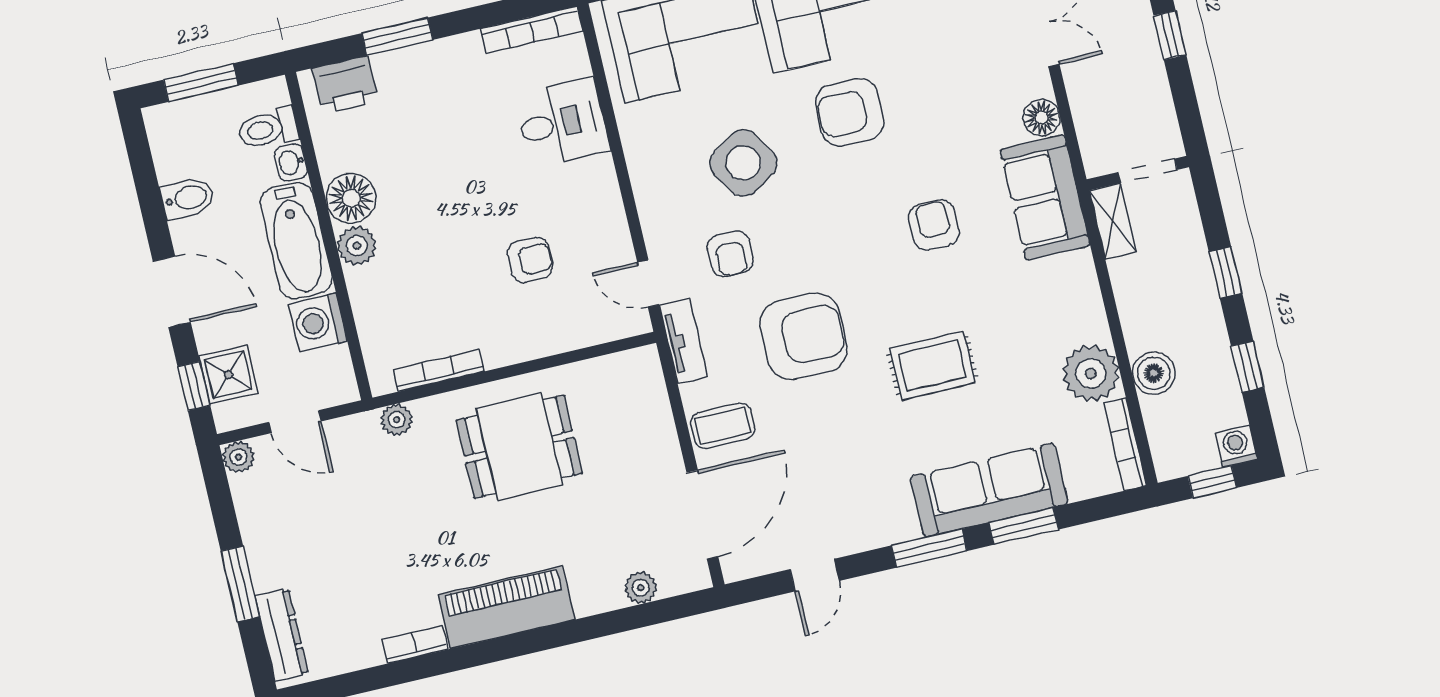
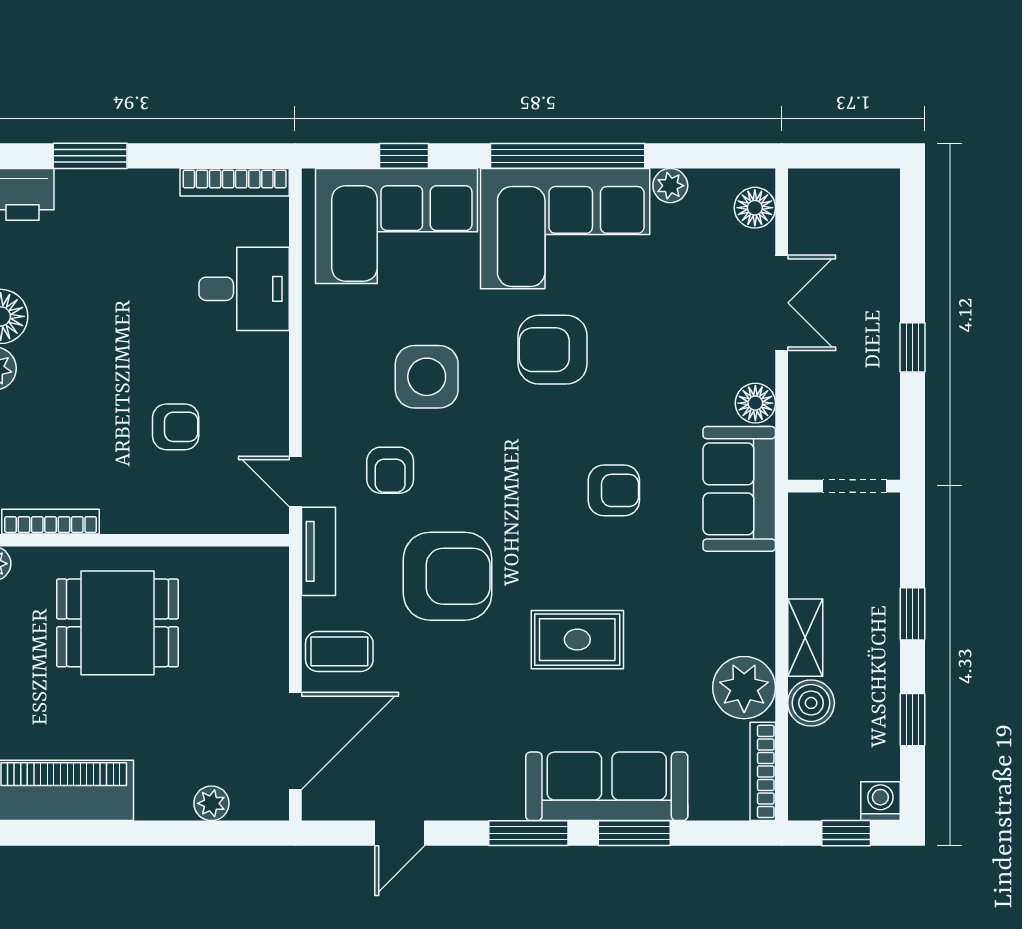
side table: (743, 163) -> (427, 377), turned 32
shelving: (1113, 221) -> (805, 638), moved
armchair: (934, 225) -> (614, 490), turned 90

